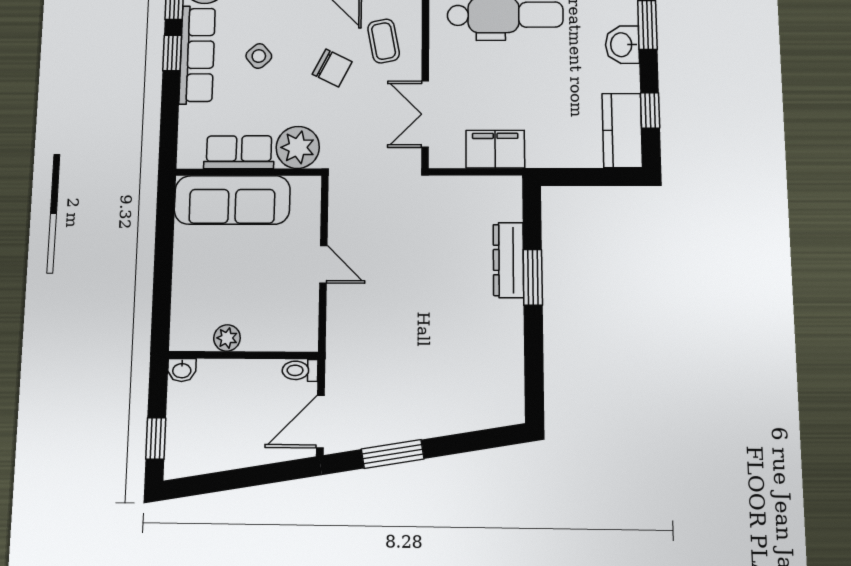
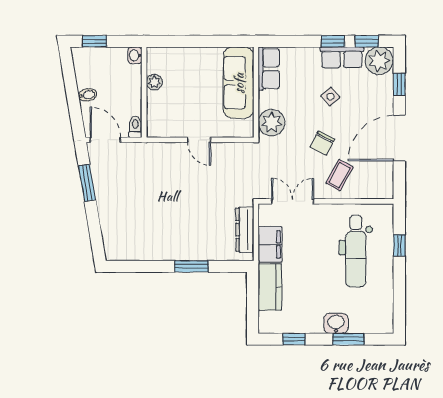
coffee table: (384, 41) -> (340, 175), turned -50
row of seats: (197, 55) -> (342, 57), width x0.68
kitchen counter: (622, 130) -> (270, 287), moved, turned 90
row of seats: (239, 152) -> (269, 69), moved
dresser: (508, 260) -> (245, 230), moved, turned -90
door: (323, 264) -> (199, 140), hinge flipped
bidet: (245, 451) -> (88, 95), added

